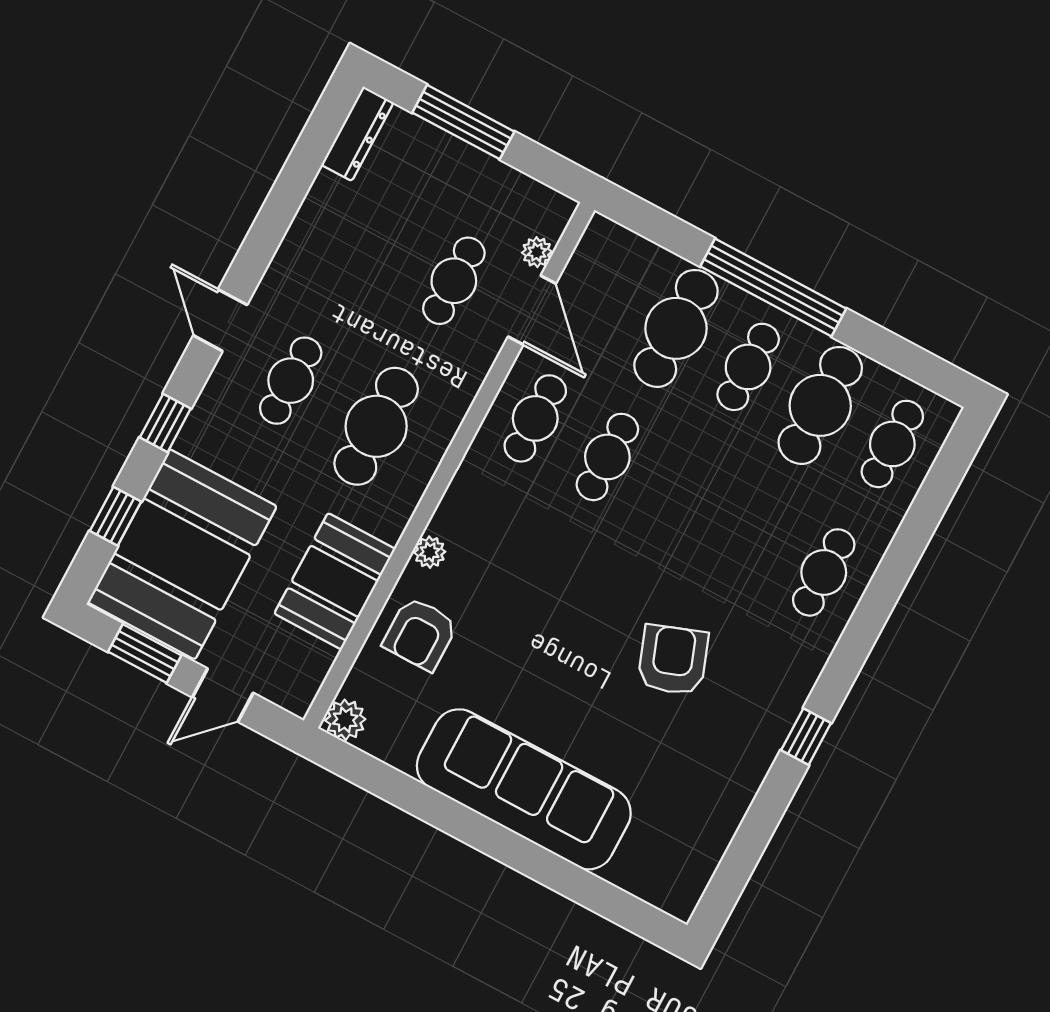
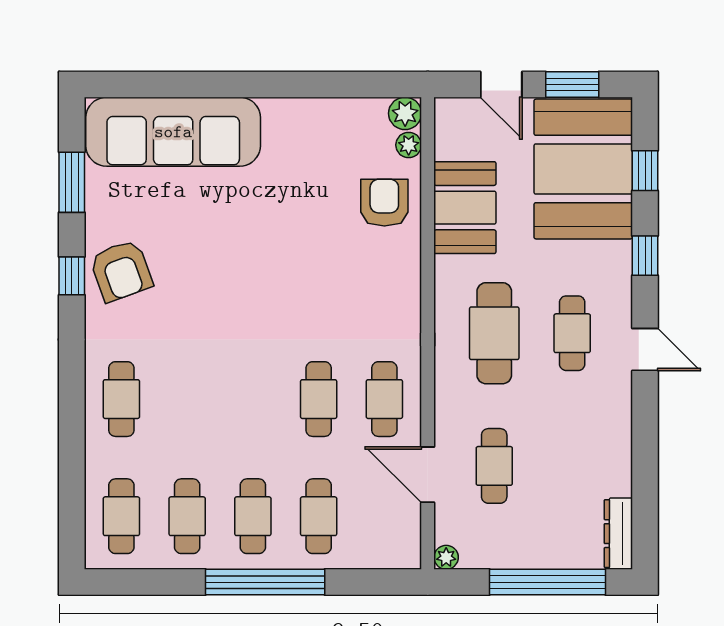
window: (463, 122) -> (548, 582), width x1.46
plant: (537, 252) -> (446, 557), moved
cafe table: (676, 328) -> (319, 516), width x0.73, depth x0.74
cafe table: (820, 405) -> (187, 516), width x0.73, depth x0.74
plant: (430, 552) -> (409, 145), moved
armchair: (673, 660) -> (121, 271), moved
door: (223, 695) -> (501, 84), swing flipped
sofa: (524, 789) -> (173, 132), moved
window: (751, 839) -> (72, 182), added

